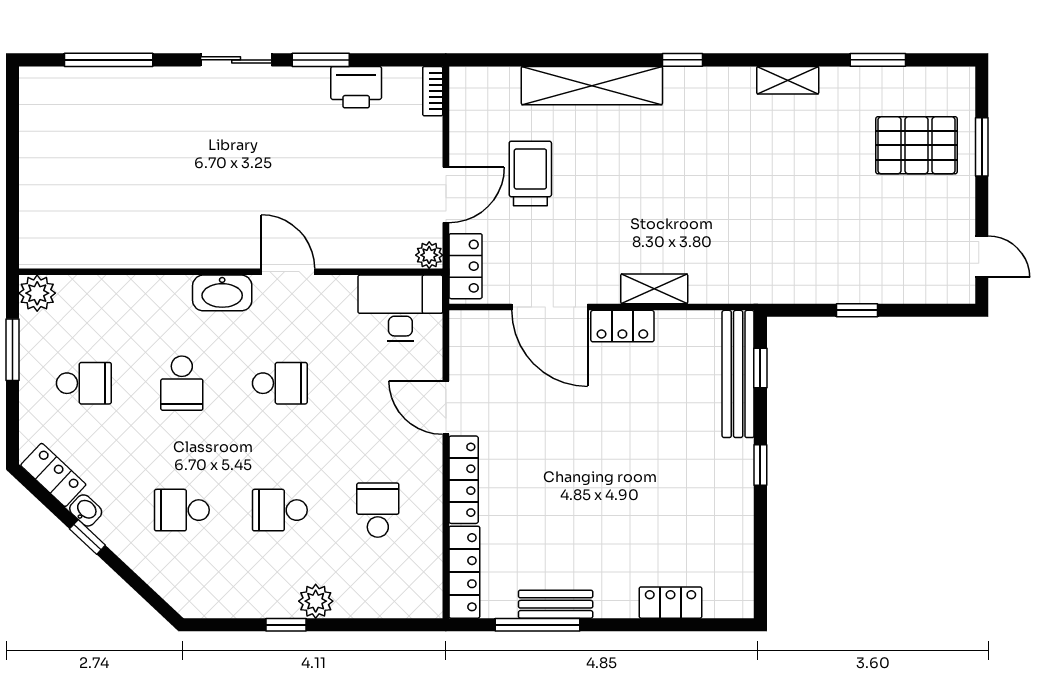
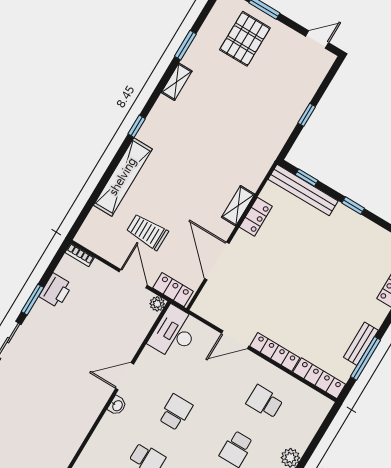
window: (878, 60) -> (185, 45), moved
washbasin: (222, 293) -> (117, 406), width x0.52, depth x0.69
door: (550, 307) -> (217, 261), swing flipped
locker: (622, 326) -> (256, 217), moved

